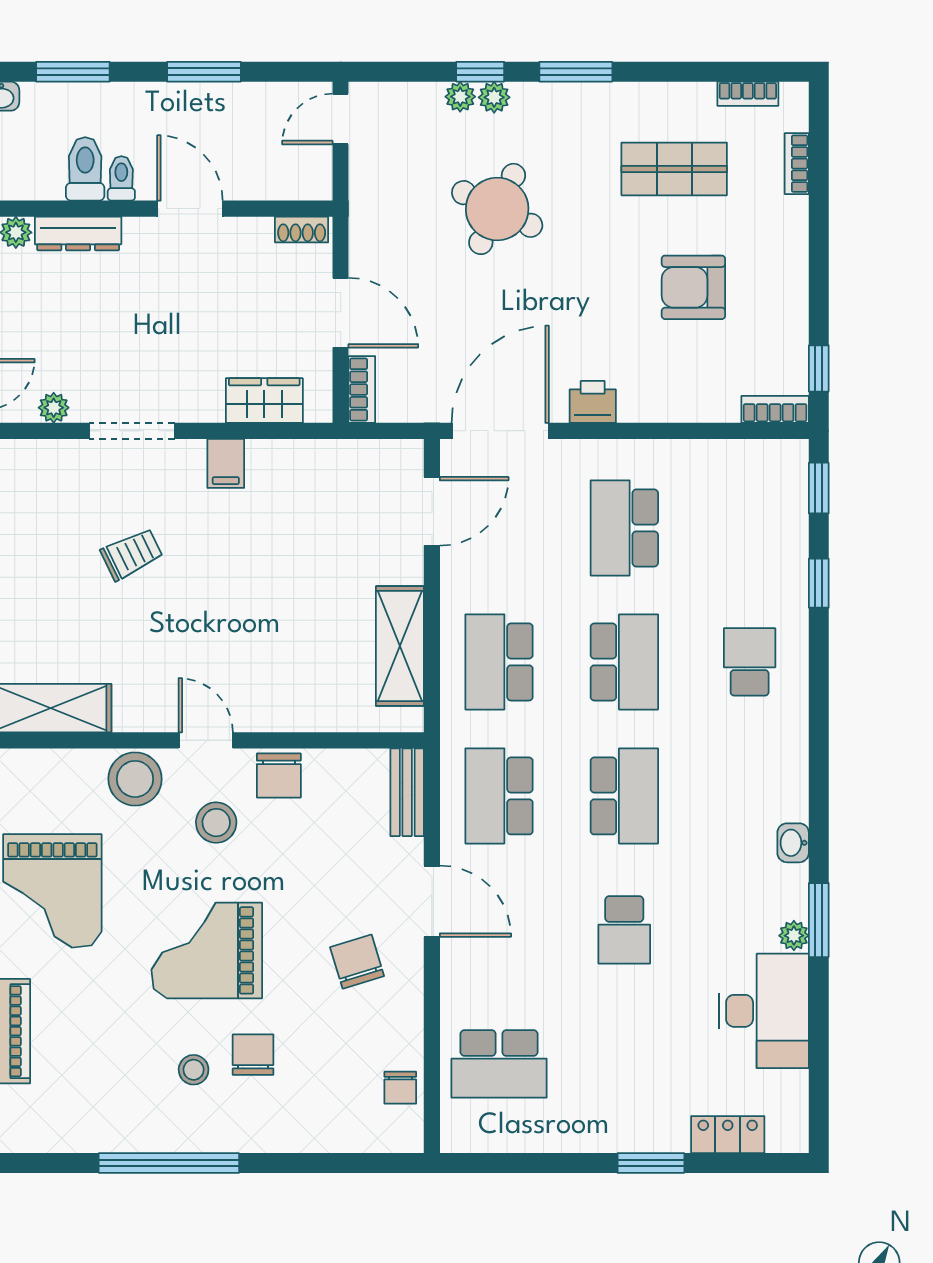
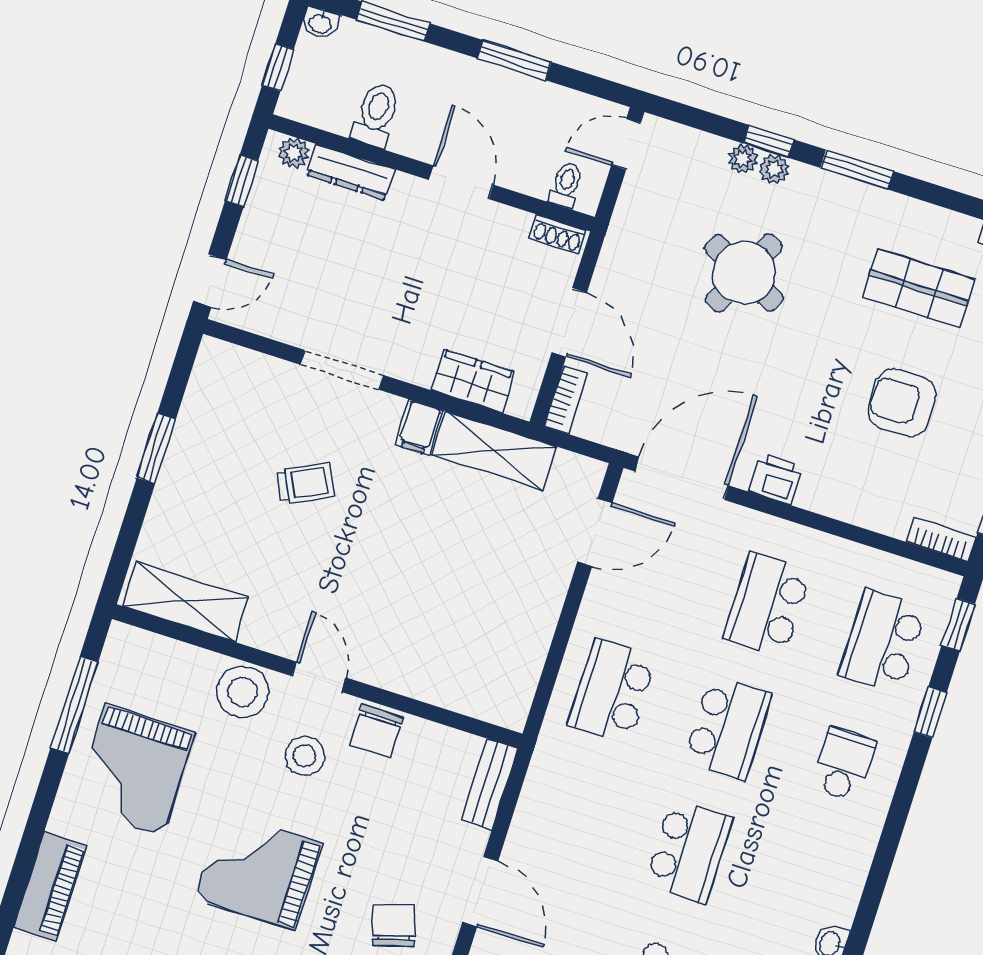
toilet: (121, 178) -> (566, 185), moved
plant: (54, 408) -> (277, 326), removed
shelving: (400, 646) -> (494, 451), moved, turned 90
school desk: (499, 796) -> (883, 641), moved

